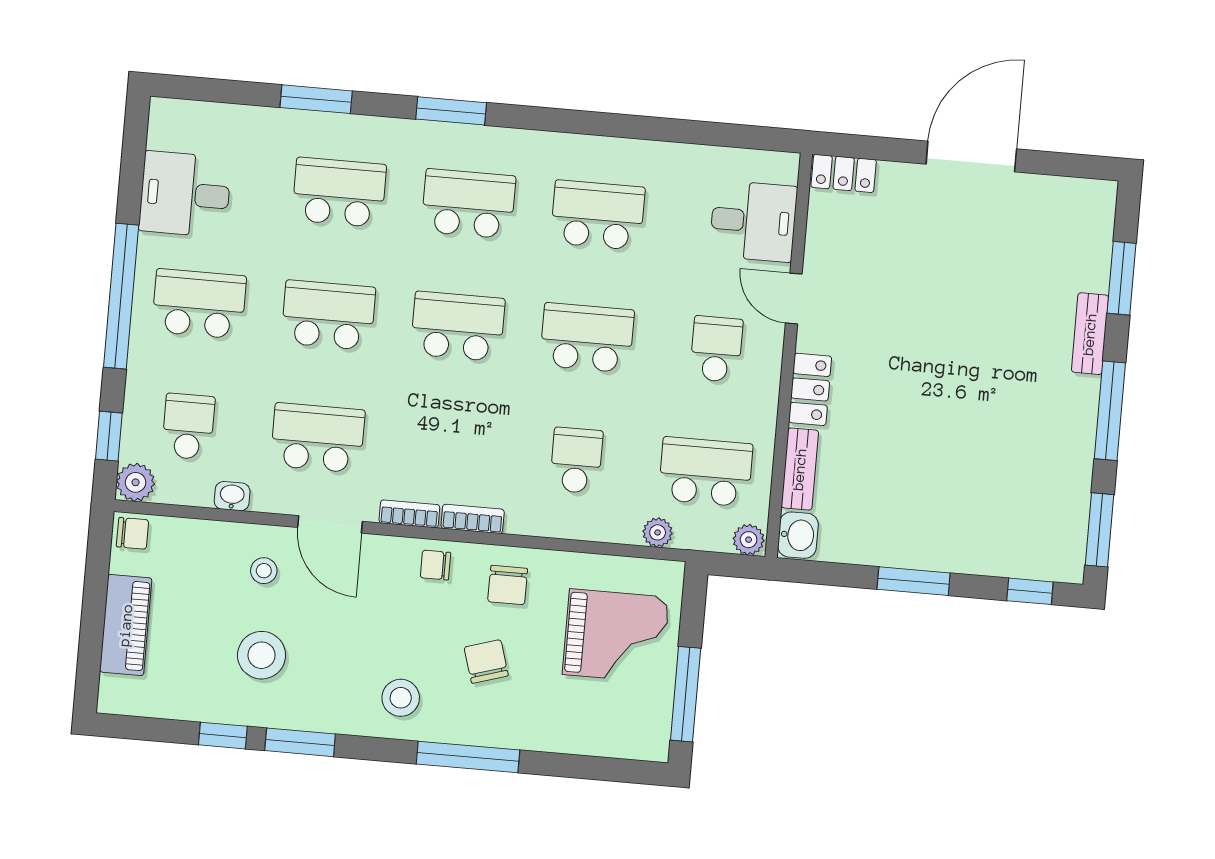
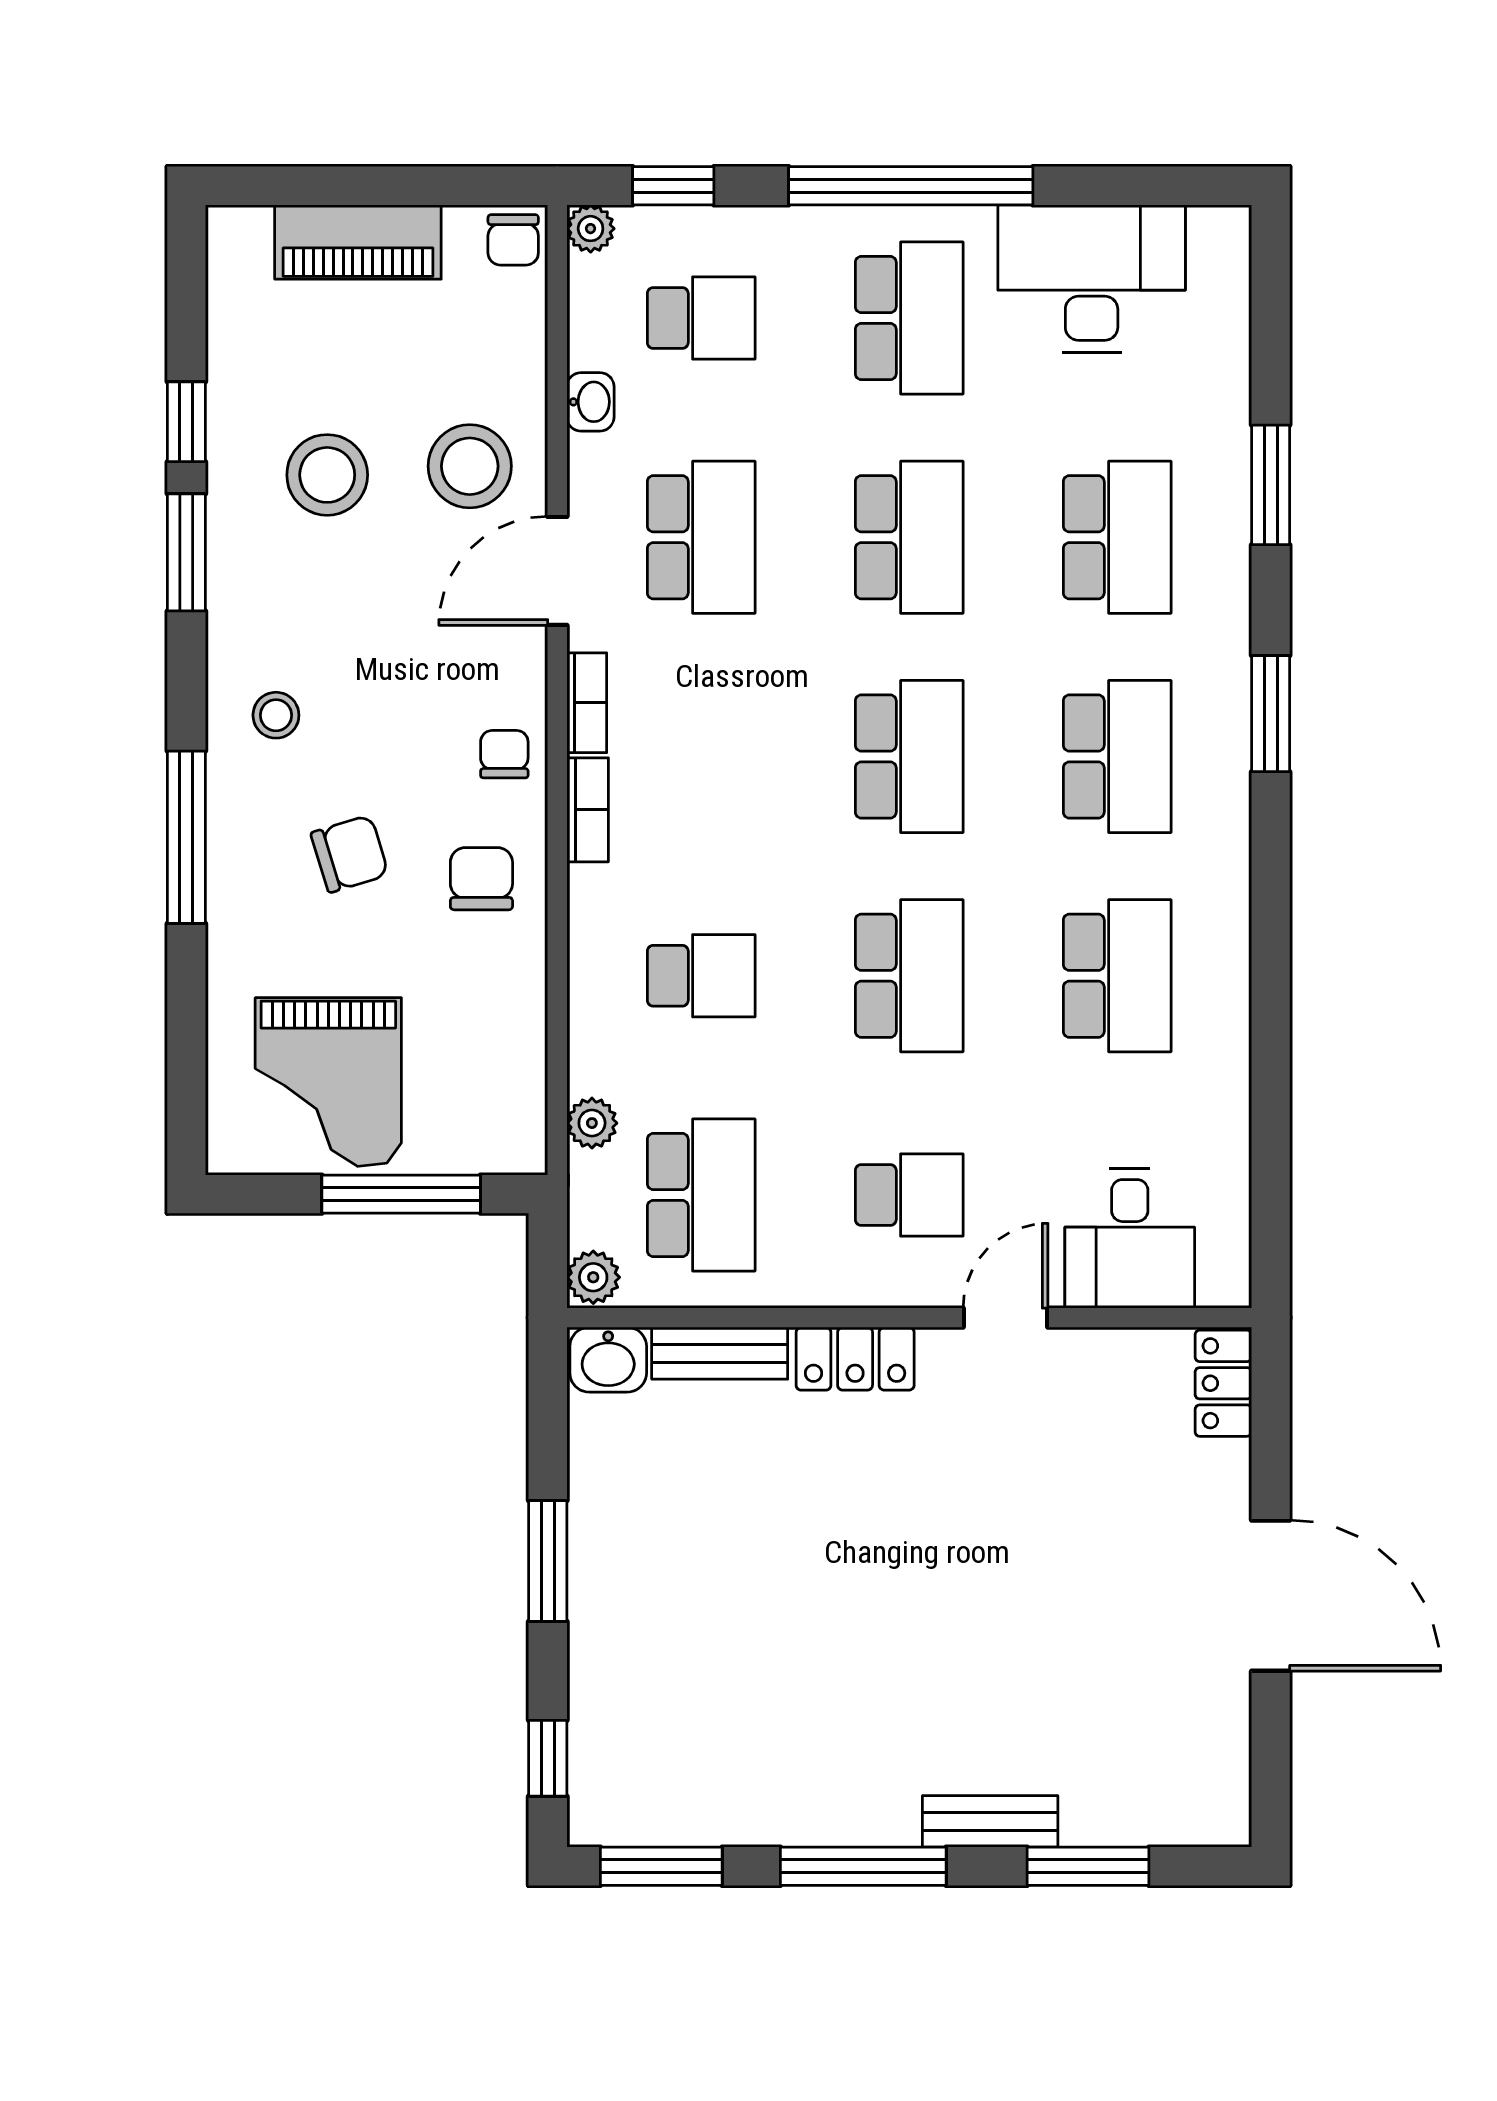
desk: (185, 194) -> (1092, 278), width x1.37
plant: (136, 482) -> (591, 229), width x0.73, depth x0.73
stool: (264, 571) -> (470, 466), width x1.89, depth x1.89
chair: (508, 585) -> (481, 879), turned 90
grand piano: (616, 636) -> (328, 1082), moved
window: (686, 694) -> (401, 1194), moved
stool: (401, 698) -> (276, 715), width x0.73, depth x0.73

